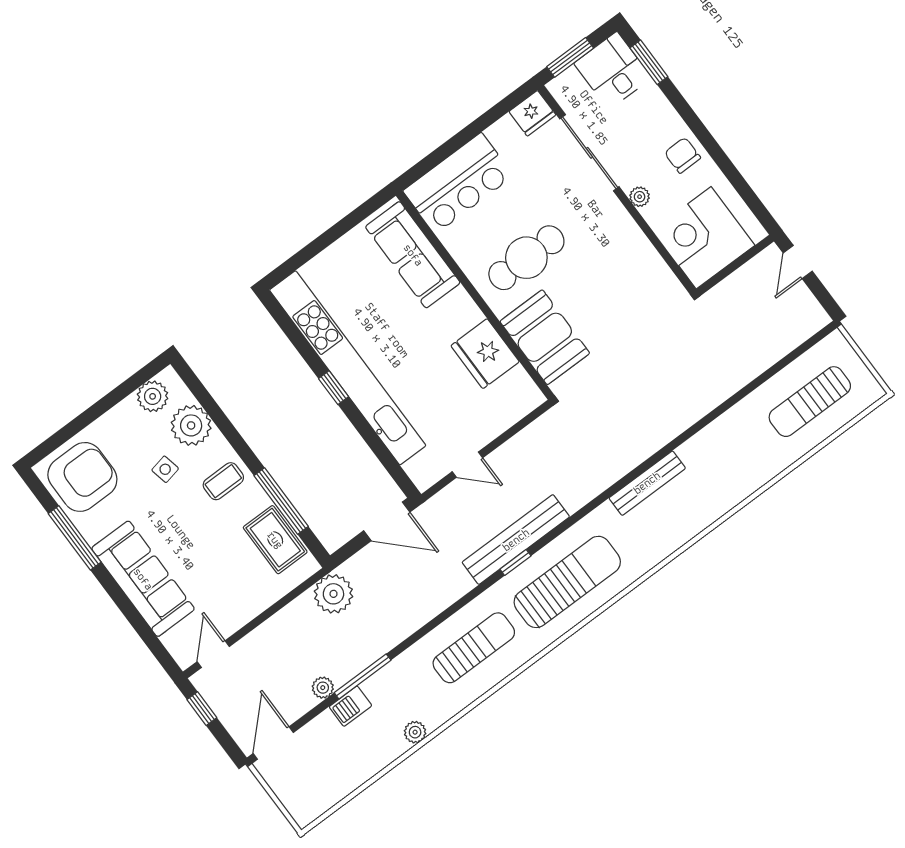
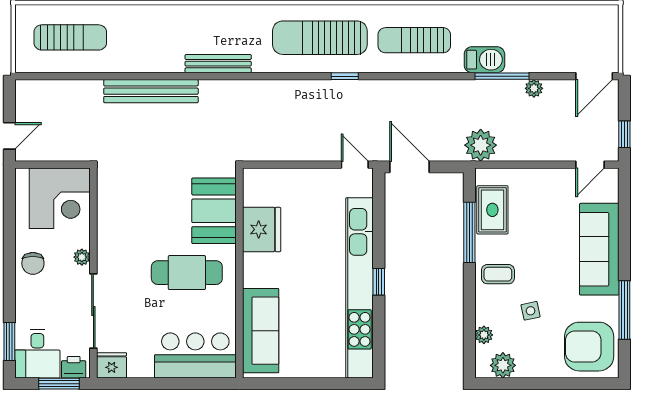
printer: (568, 84) -> (74, 367), added
plant: (191, 425) -> (484, 335), width x0.53, depth x0.53
door: (467, 465) -> (355, 165), moved
bench: (516, 540) -> (151, 91), moved
barbecue: (350, 706) -> (484, 60), moved, width x1.38, depth x1.27
plant: (415, 732) -> (495, 13), removed

